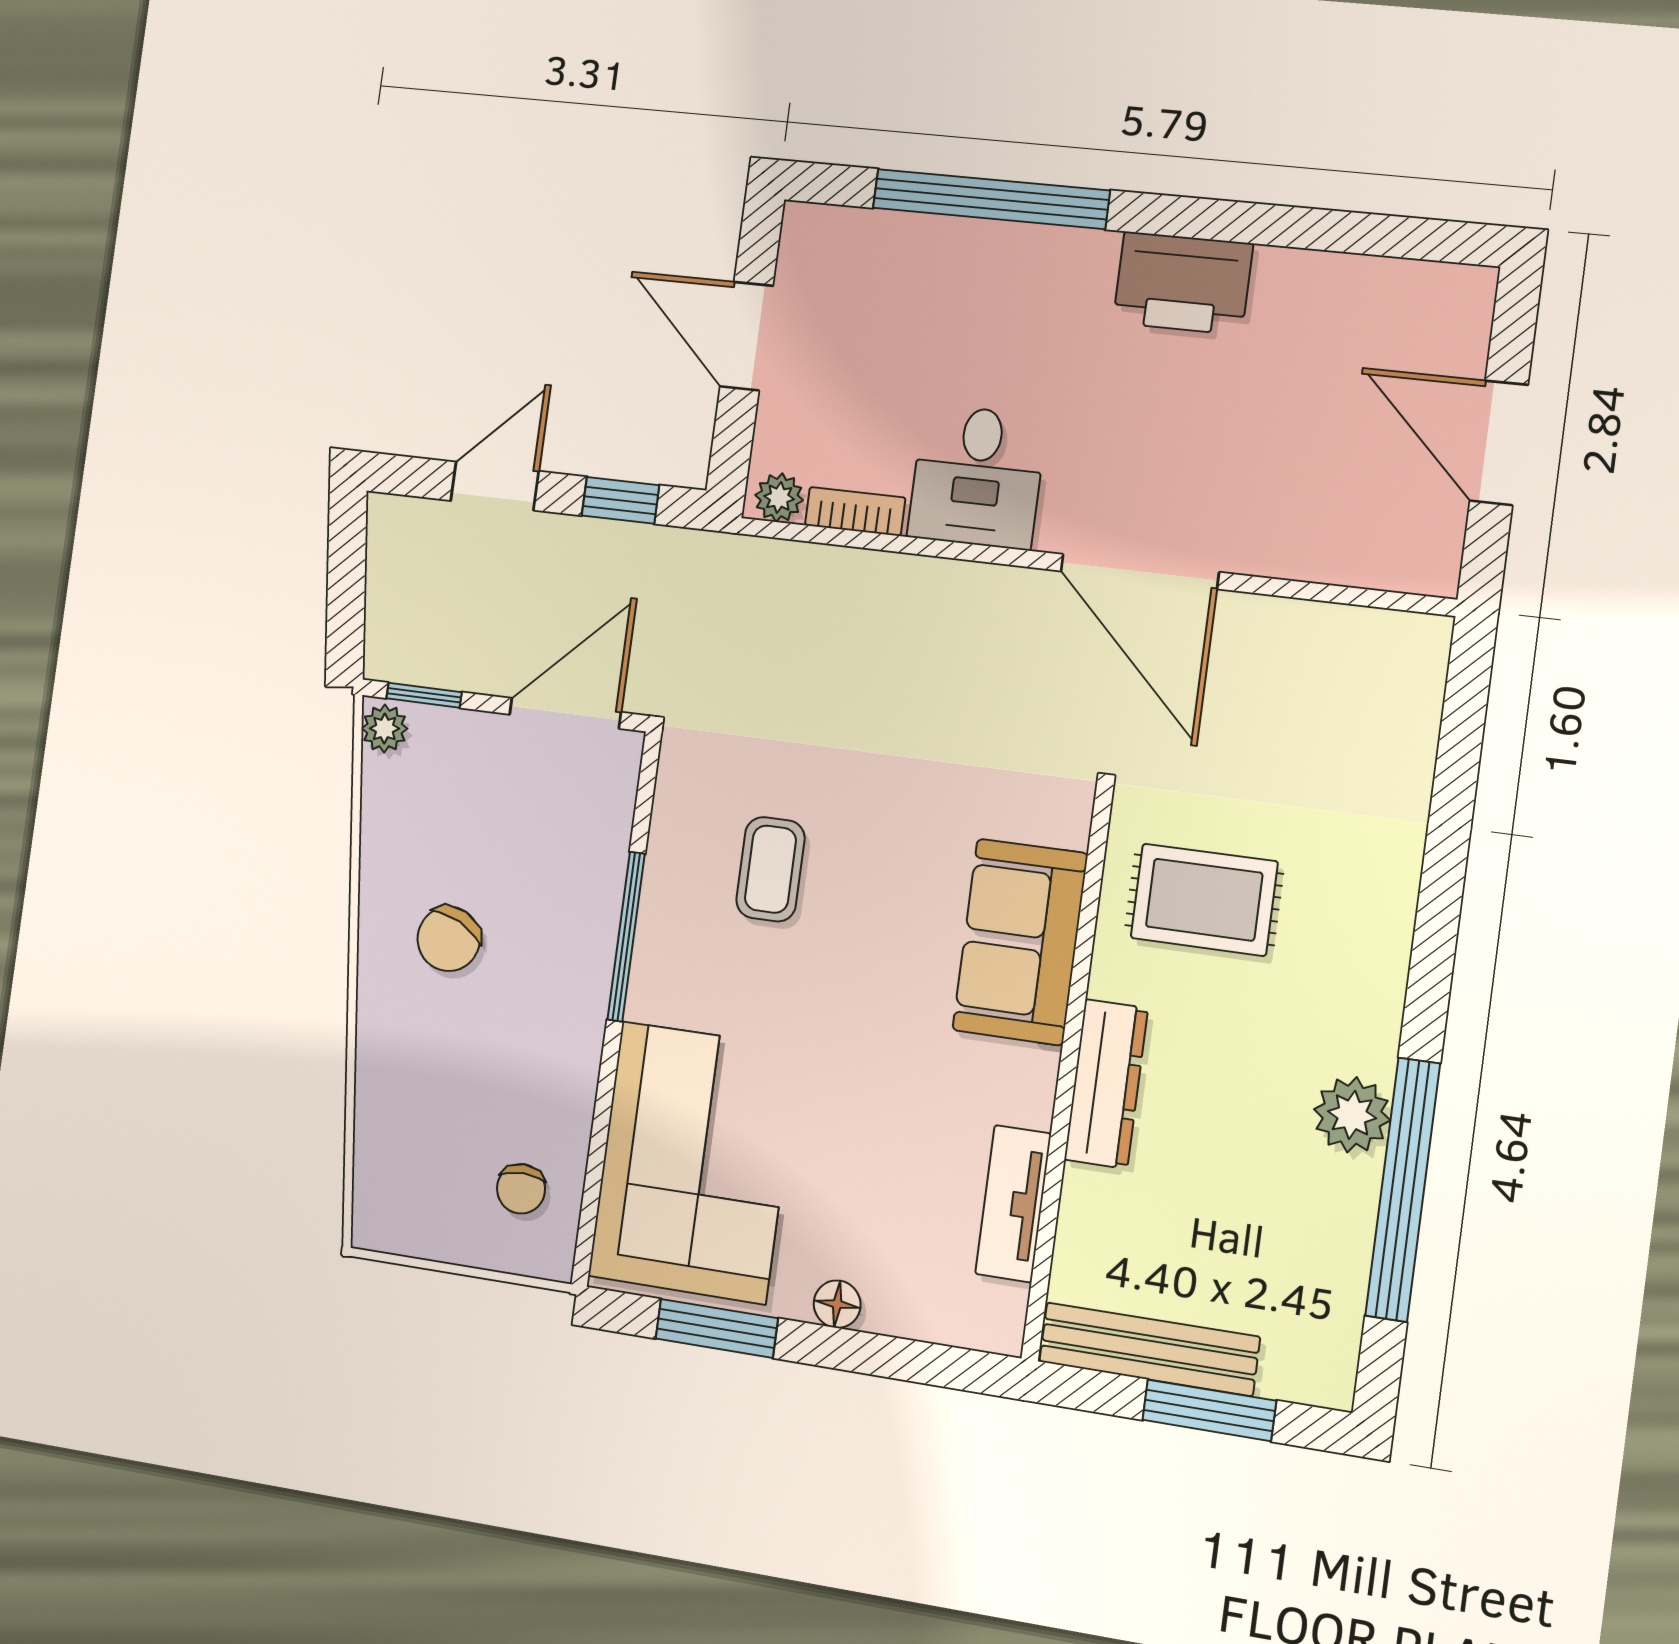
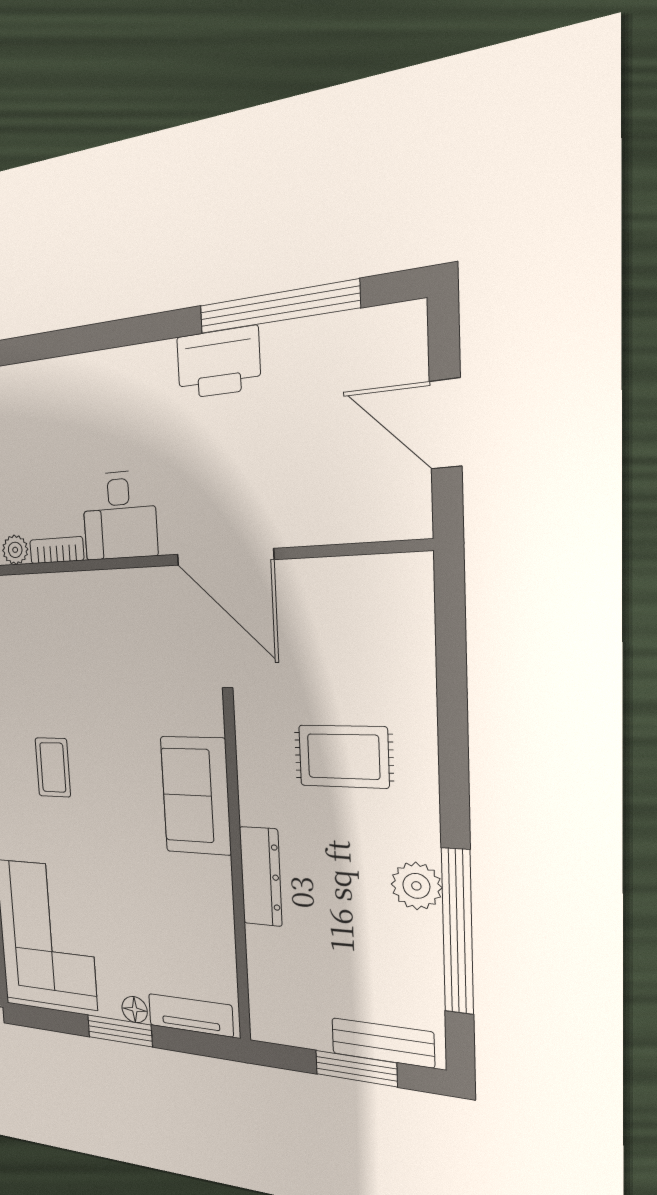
window: (991, 199) -> (278, 307), moved
rug: (1204, 900) -> (343, 756), moved
tv unit: (1013, 1204) -> (191, 1015), moved, turned 90
window: (717, 1328) -> (120, 1031), moved
bench: (1149, 1349) -> (383, 1043), moved, width x0.73

